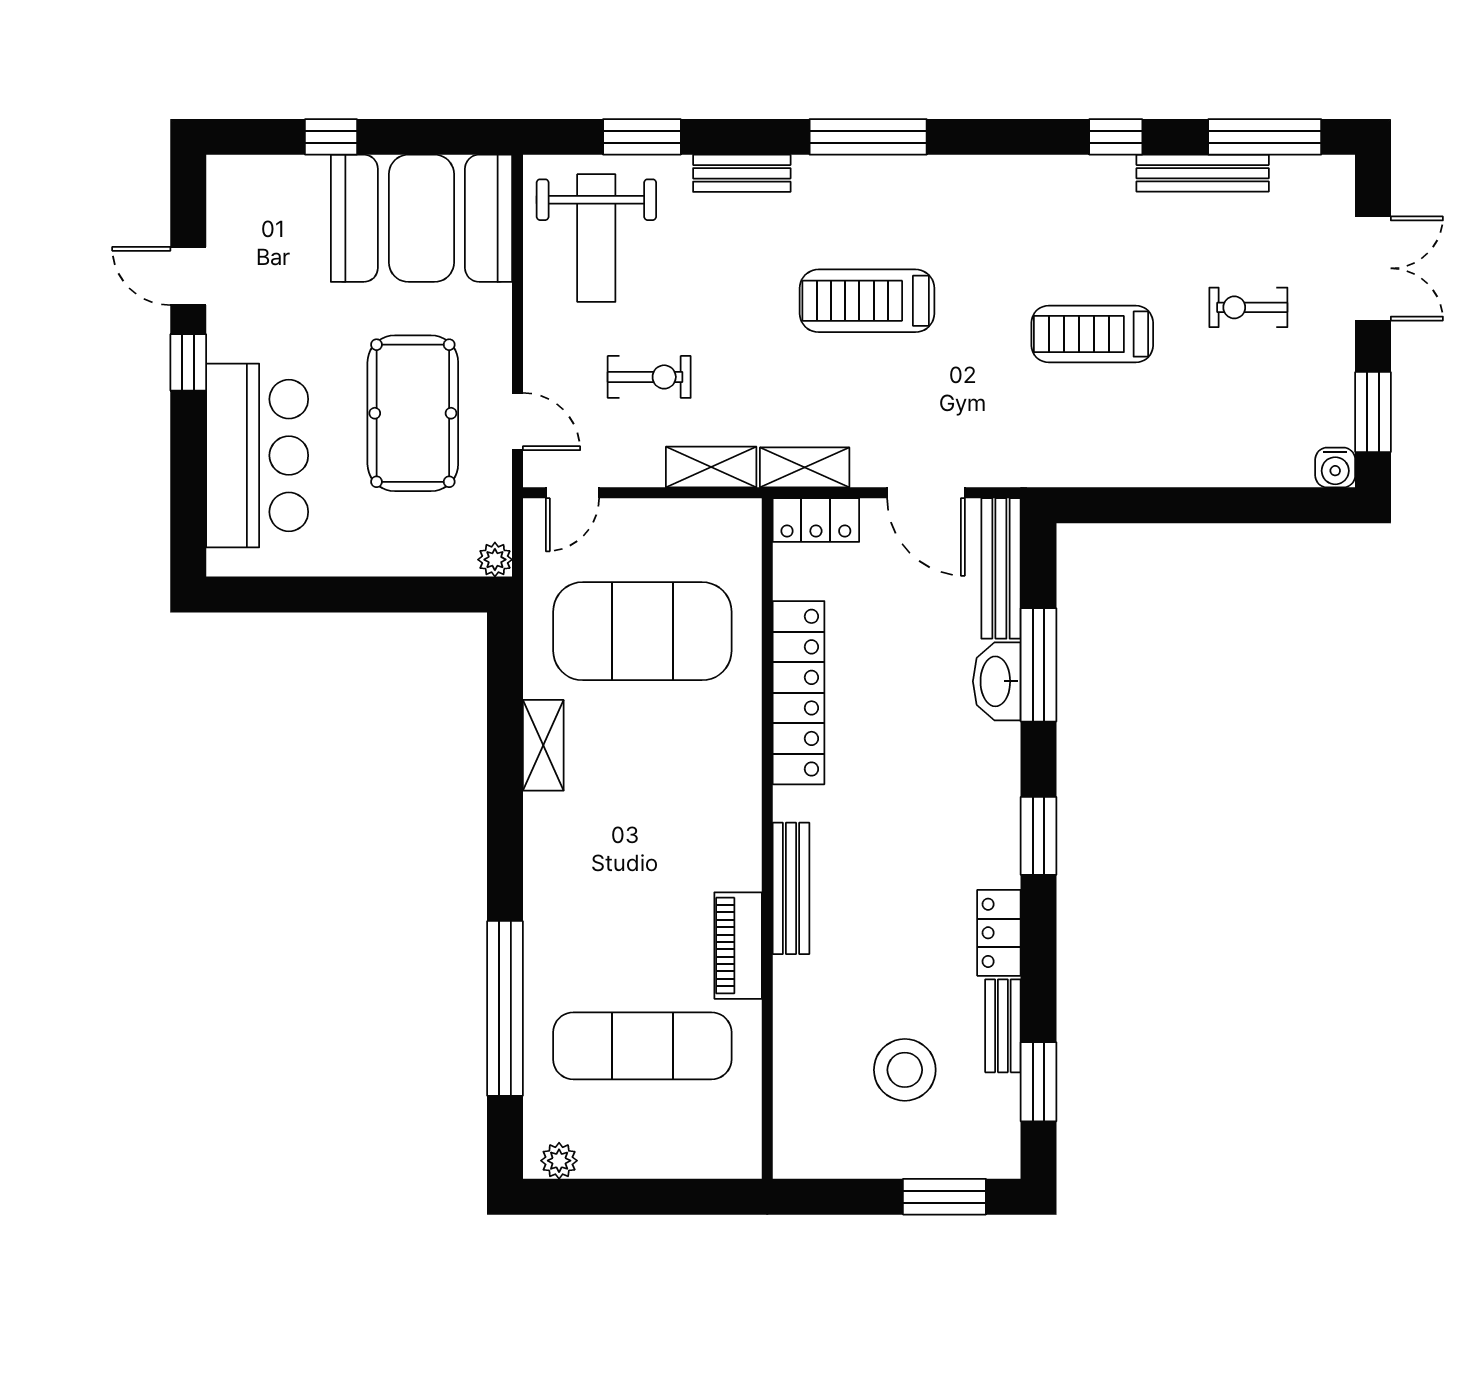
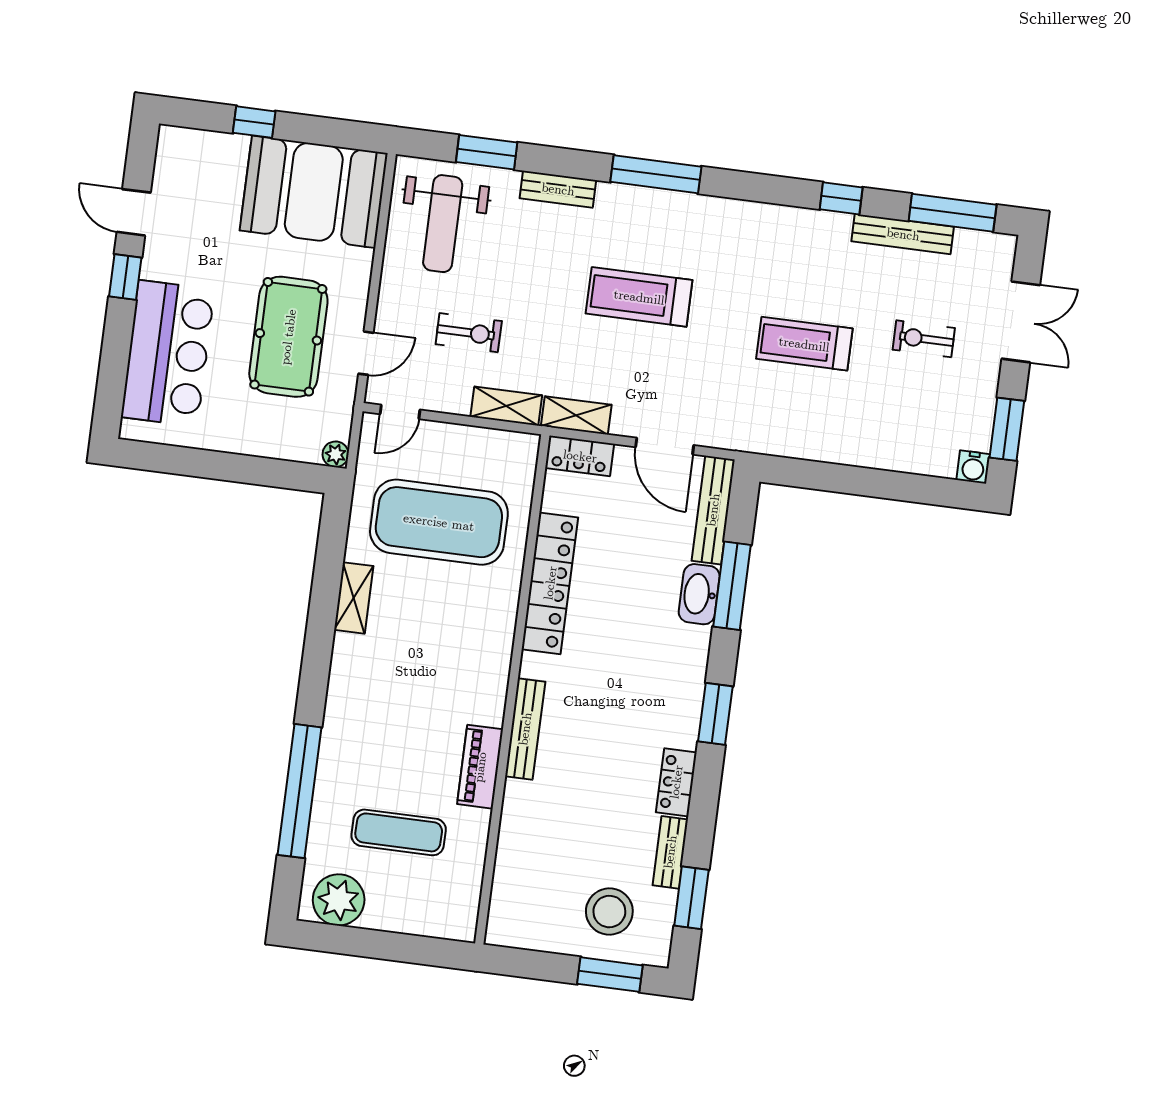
door: (517, 422) -> (366, 353), hinge flipped
exercise mat: (642, 1046) -> (399, 832), width x0.73, depth x0.69
stool: (905, 1070) -> (609, 912), moved
plant: (559, 1161) -> (339, 900), width x1.88, depth x1.88

